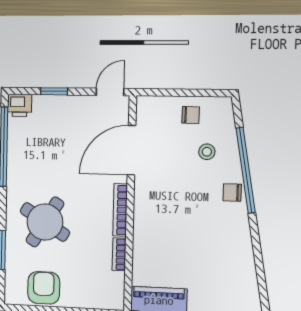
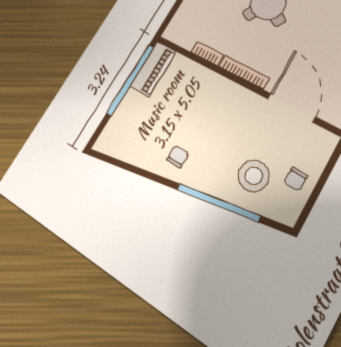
stool: (207, 152) -> (254, 176), width x1.89, depth x1.89
chair: (232, 193) -> (178, 156), moved

